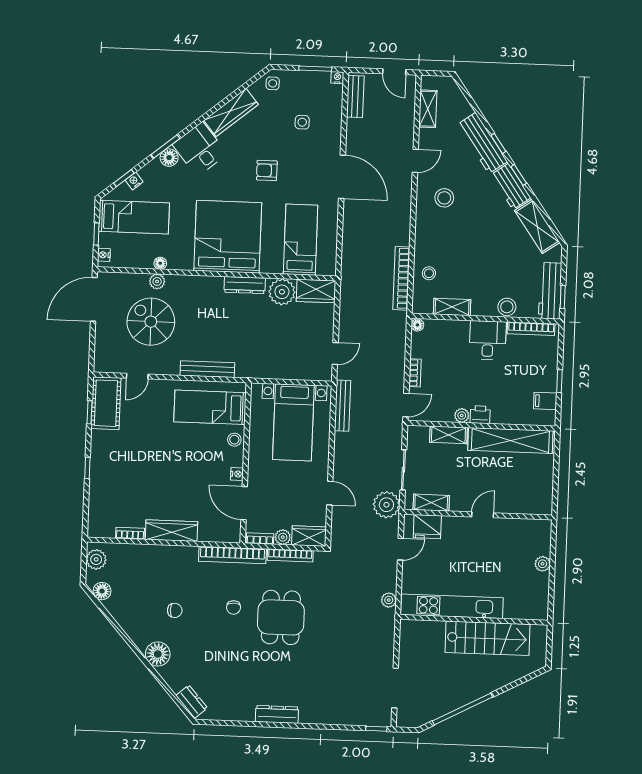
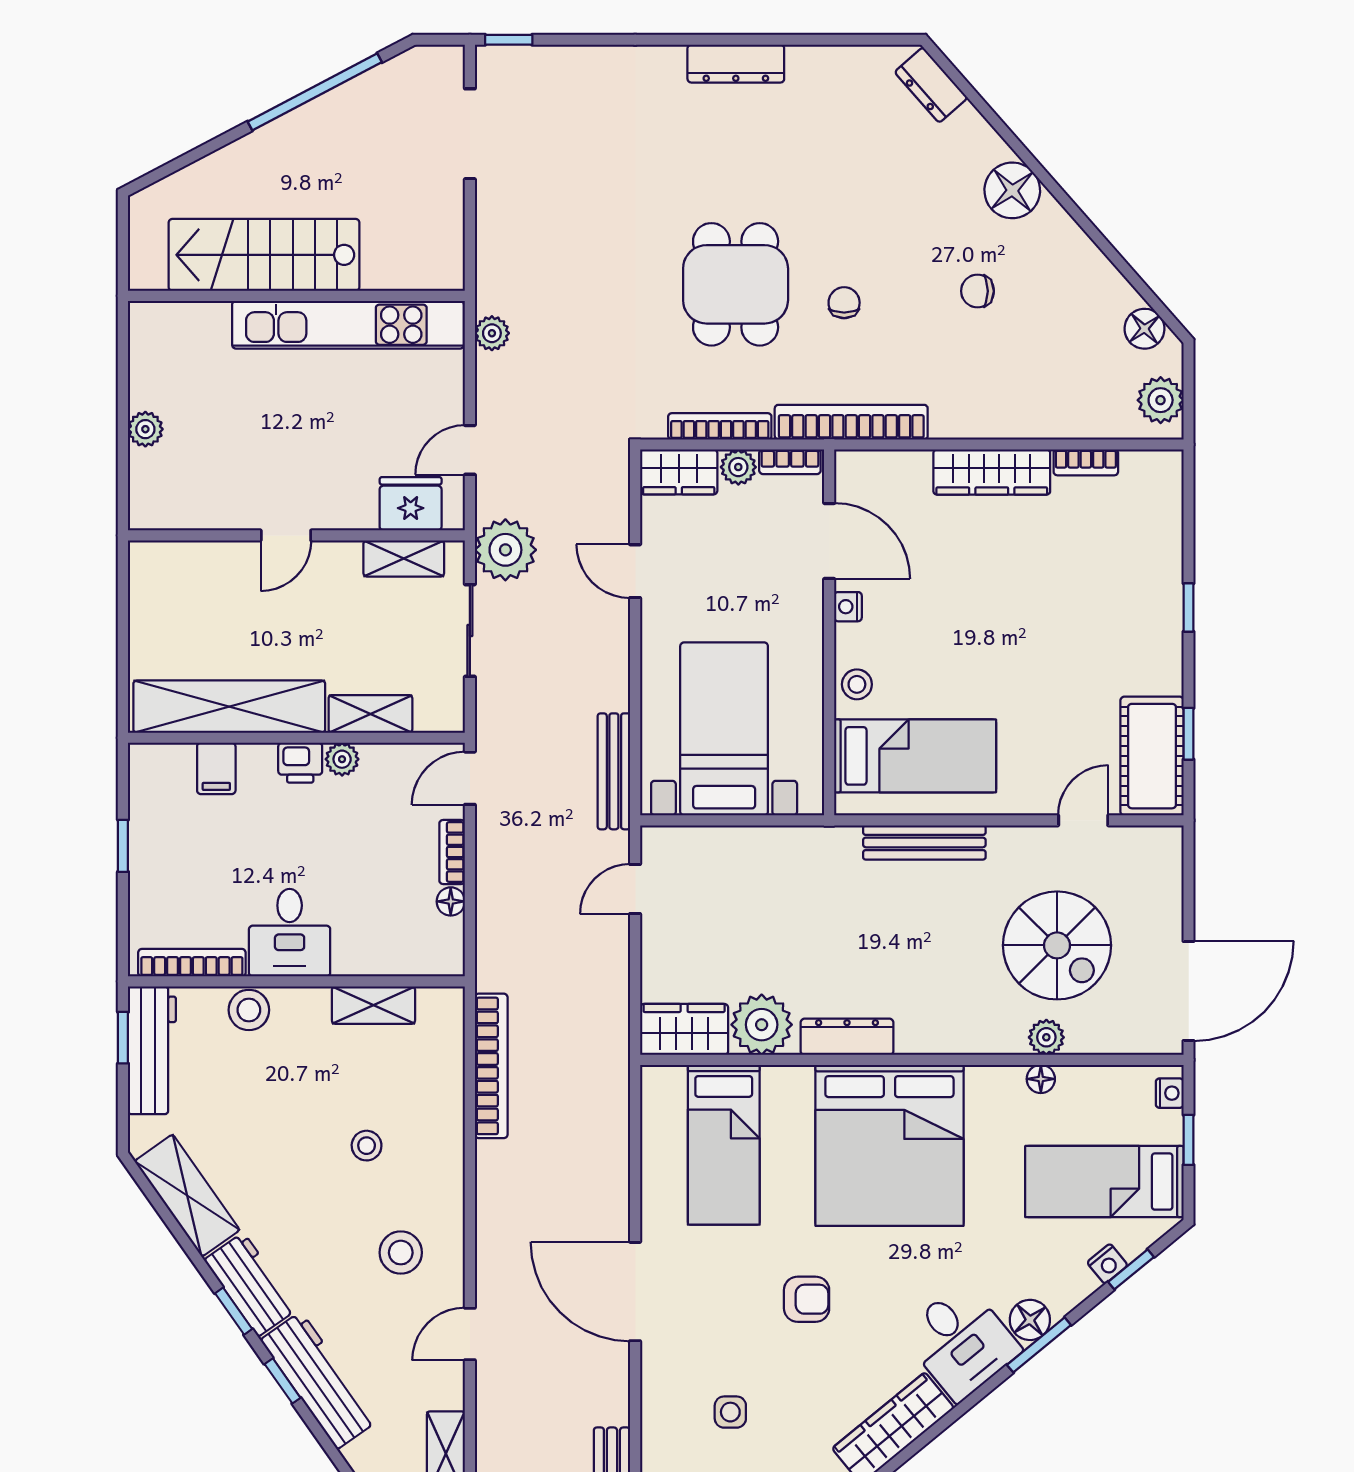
stool: (429, 273) -> (367, 1146), moved
floor lamp: (417, 325) -> (451, 901), moved
filing cabinet: (545, 401) -> (216, 768), moved, turned 90

